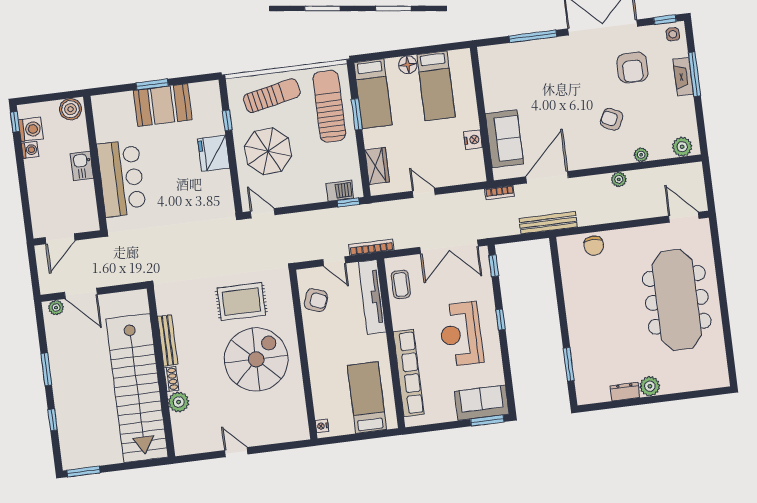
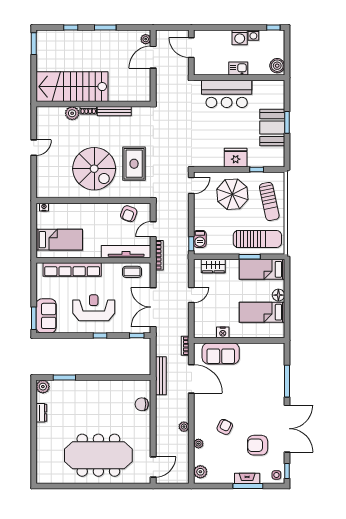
washing machine: (31, 129) -> (240, 37), moved
plant: (650, 386) -> (43, 387), moved
stairs: (137, 388) -> (72, 87), width x0.73

